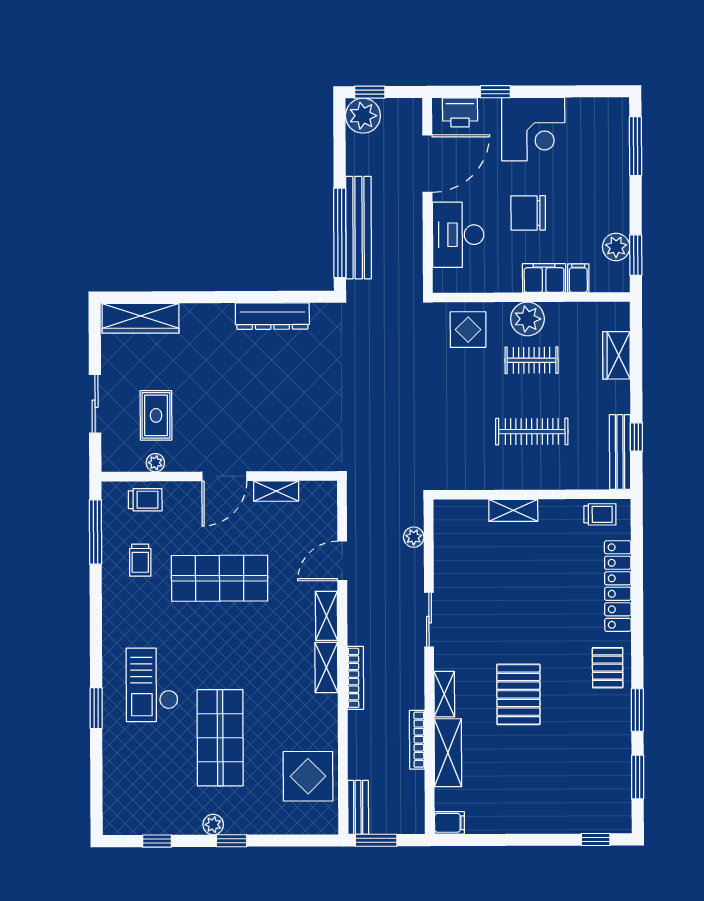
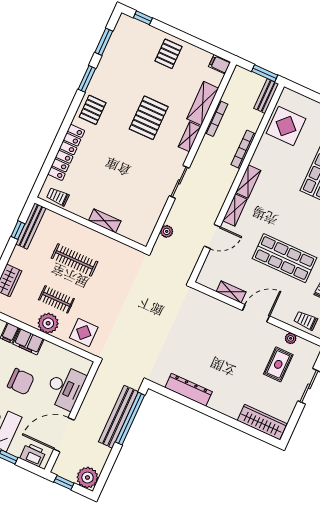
window: (370, 92) -> (64, 483), moved
bookcase: (355, 678) -> (243, 149), moved
pallet: (533, 803) -> (168, 54), added

